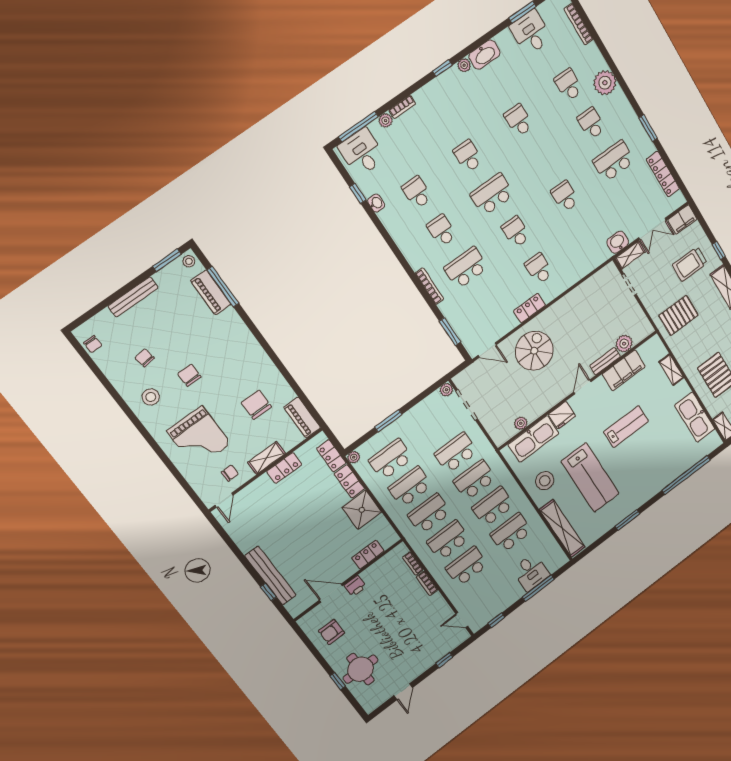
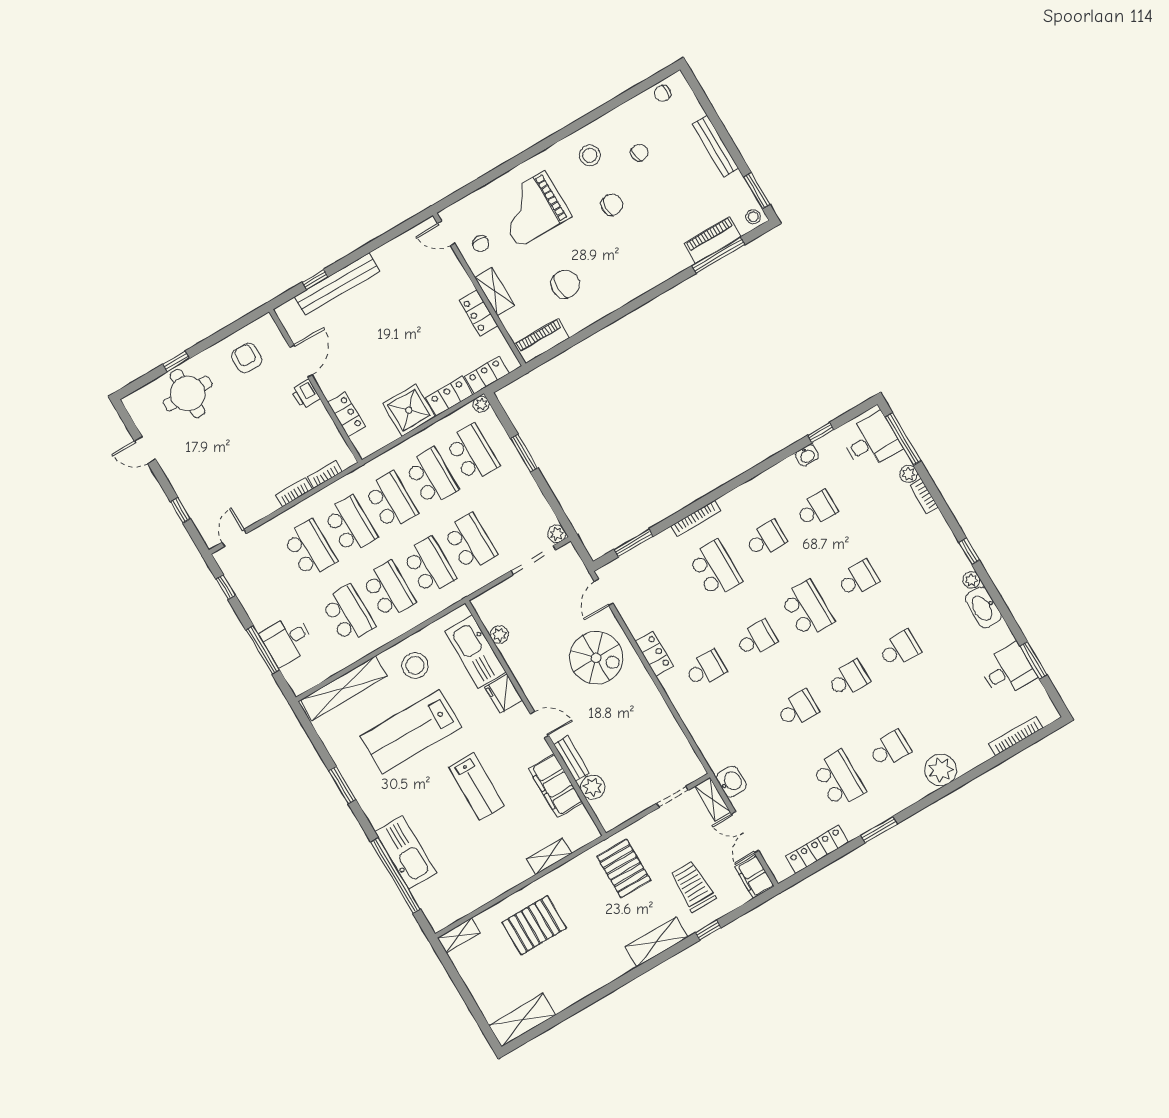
school desk: (568, 85) -> (848, 679), moved
kitchen sink: (695, 417) -> (406, 852), moved, turned 90

